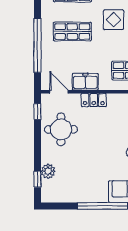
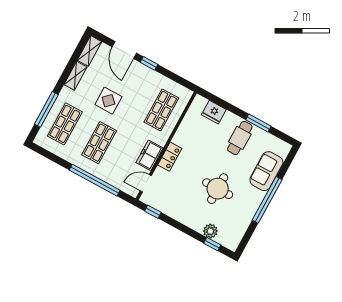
round table: (61, 129) -> (218, 189), moved

